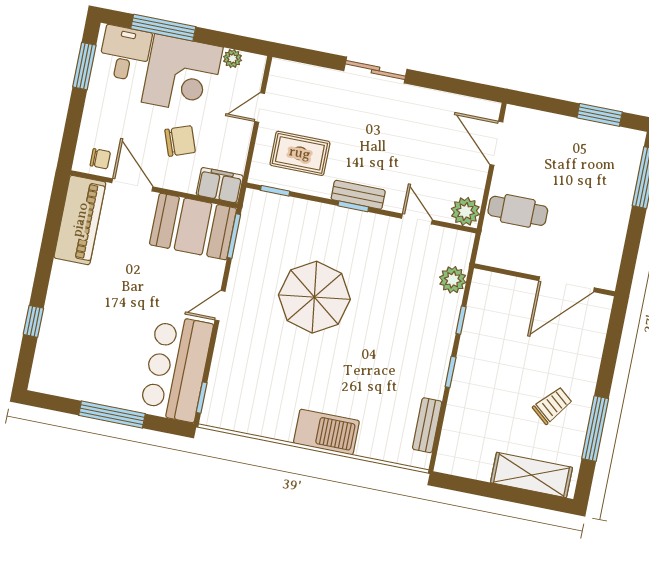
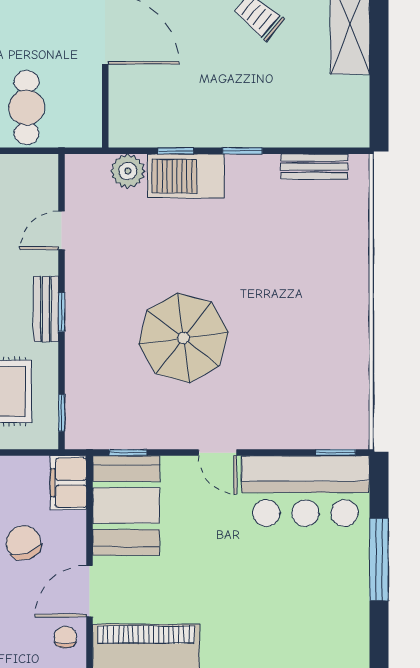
plant: (465, 212) -> (40, 172), removed
window: (234, 236) -> (128, 453), width x0.67
barbecue: (326, 432) -> (186, 176), moved, turned -90

